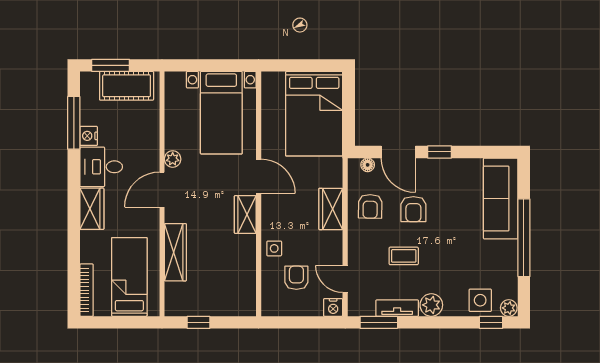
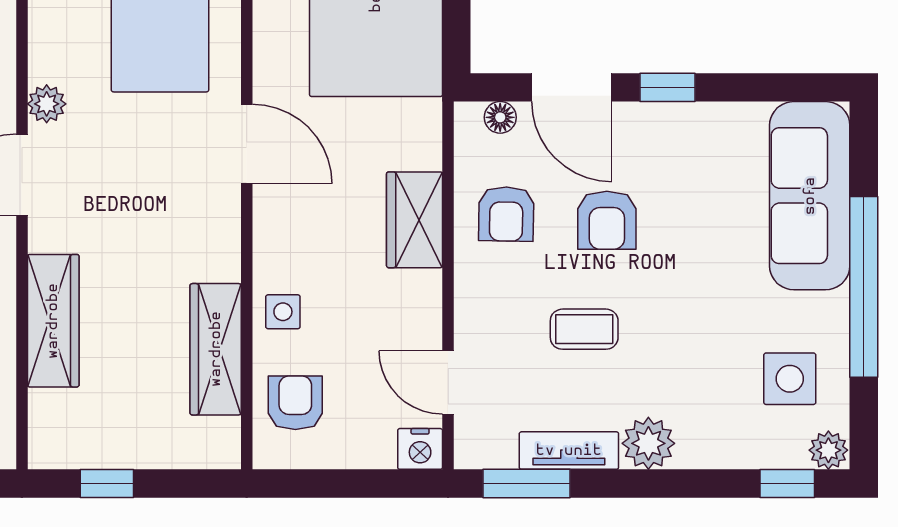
wardrobe: (245, 215) -> (216, 349), moved, width x1.50
armchair: (296, 278) -> (295, 403), moved
side table: (480, 300) -> (790, 379), moved

